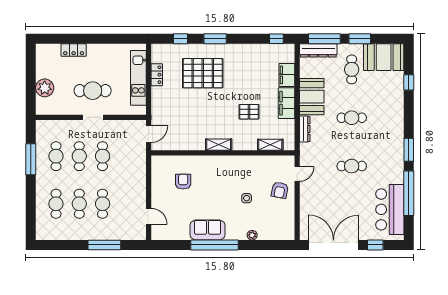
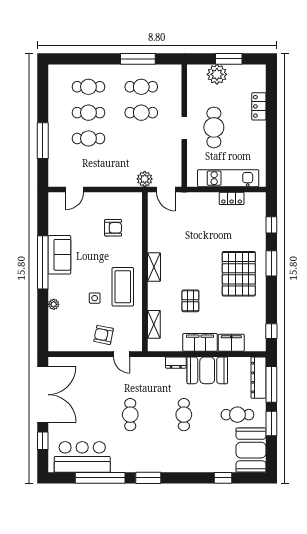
pallet: (203, 73) -> (239, 274), moved
window: (31, 77) -> (229, 59), added
dresser: (305, 129) -> (176, 363), width x0.70
plant: (139, 153) -> (145, 179), added
cafe table: (103, 156) -> (141, 138), removed
coffee table: (236, 173) -> (123, 287), added

